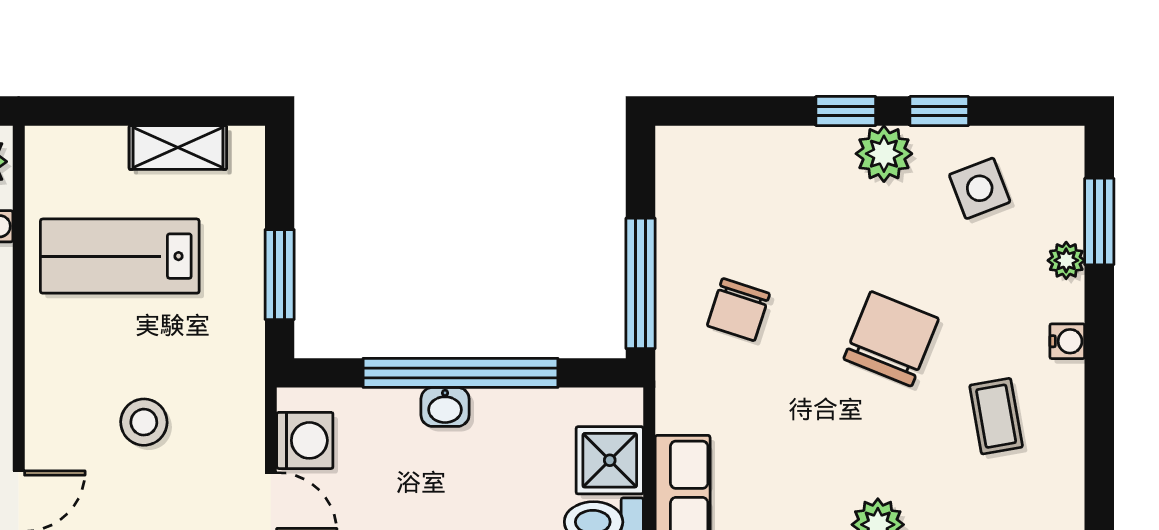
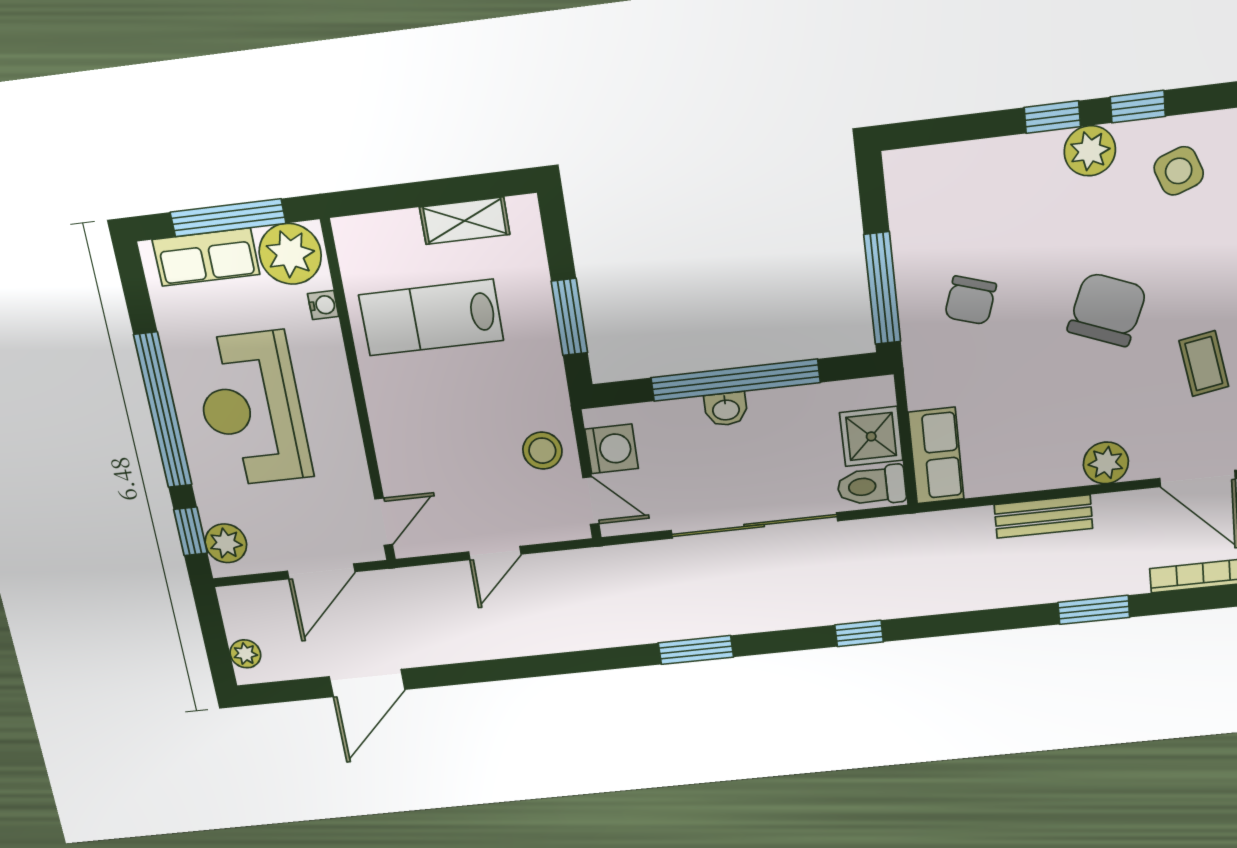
stool: (144, 422) -> (542, 451), moved

